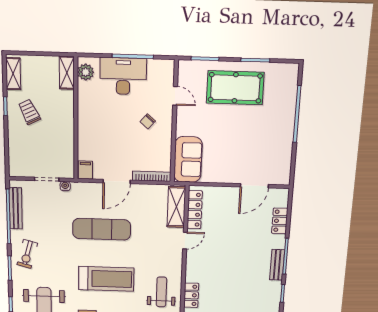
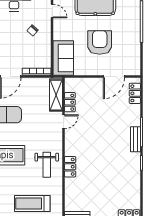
armchair: (238, 140) -> (100, 42), added
locker: (195, 210) -> (70, 102), width x0.66
locker: (280, 221) -> (135, 93), moved
weight bench: (161, 292) -> (47, 165), turned 180

